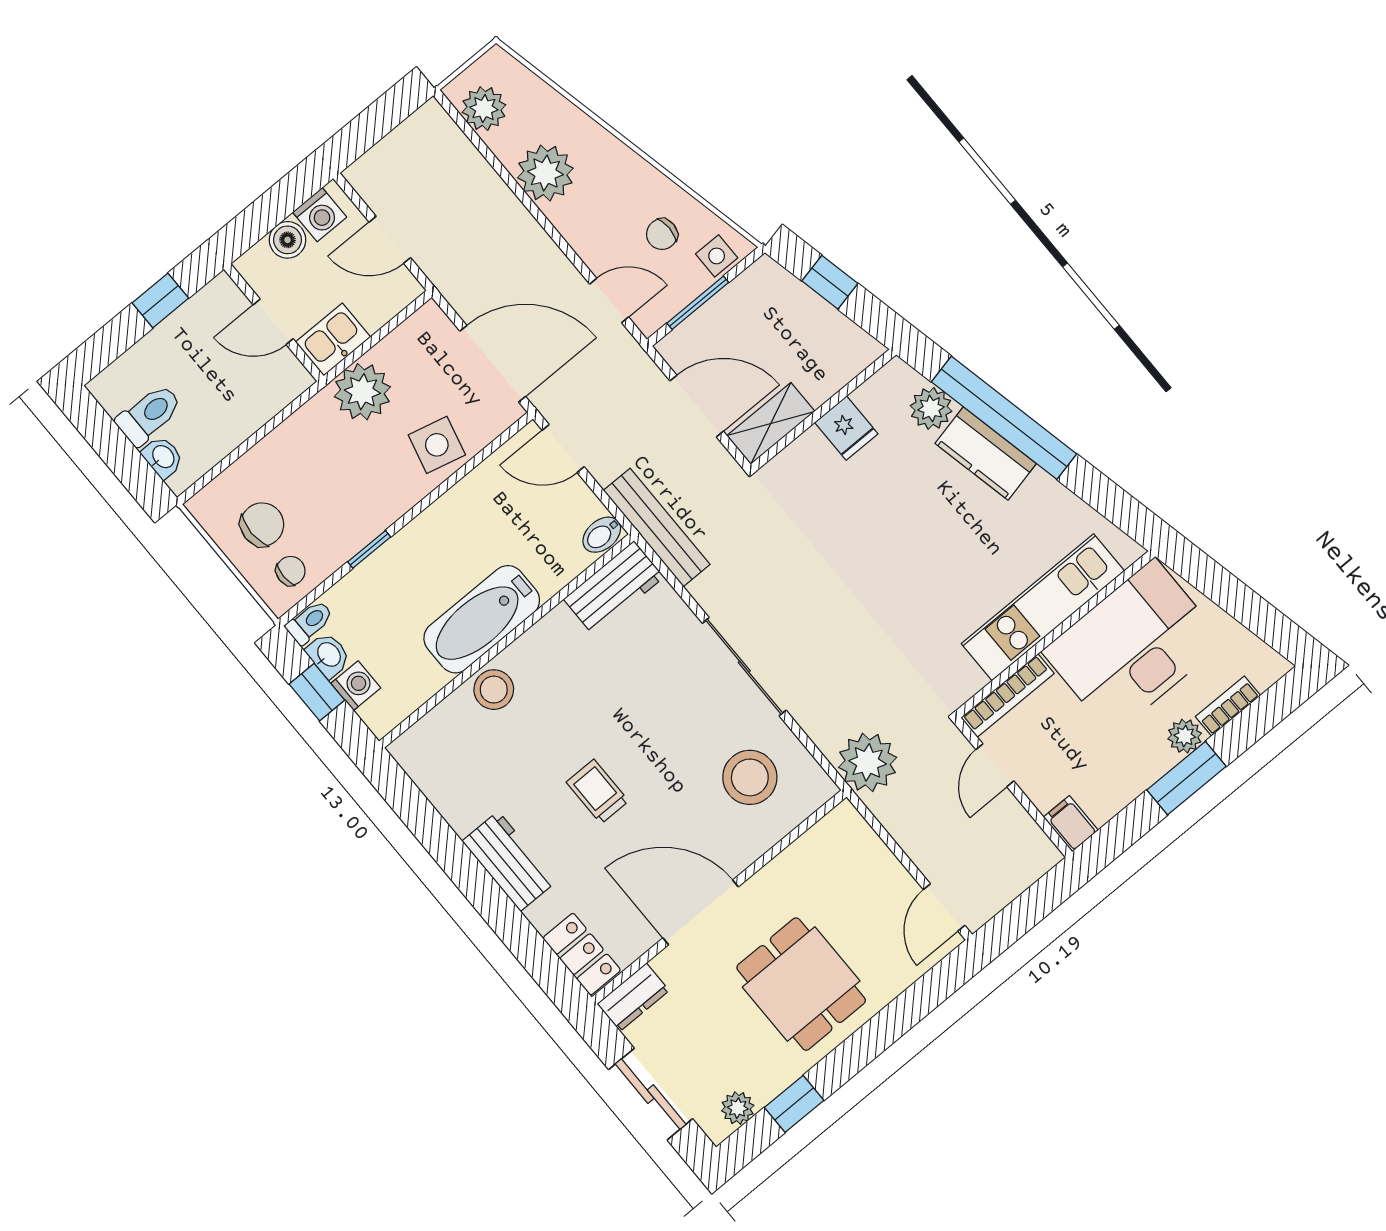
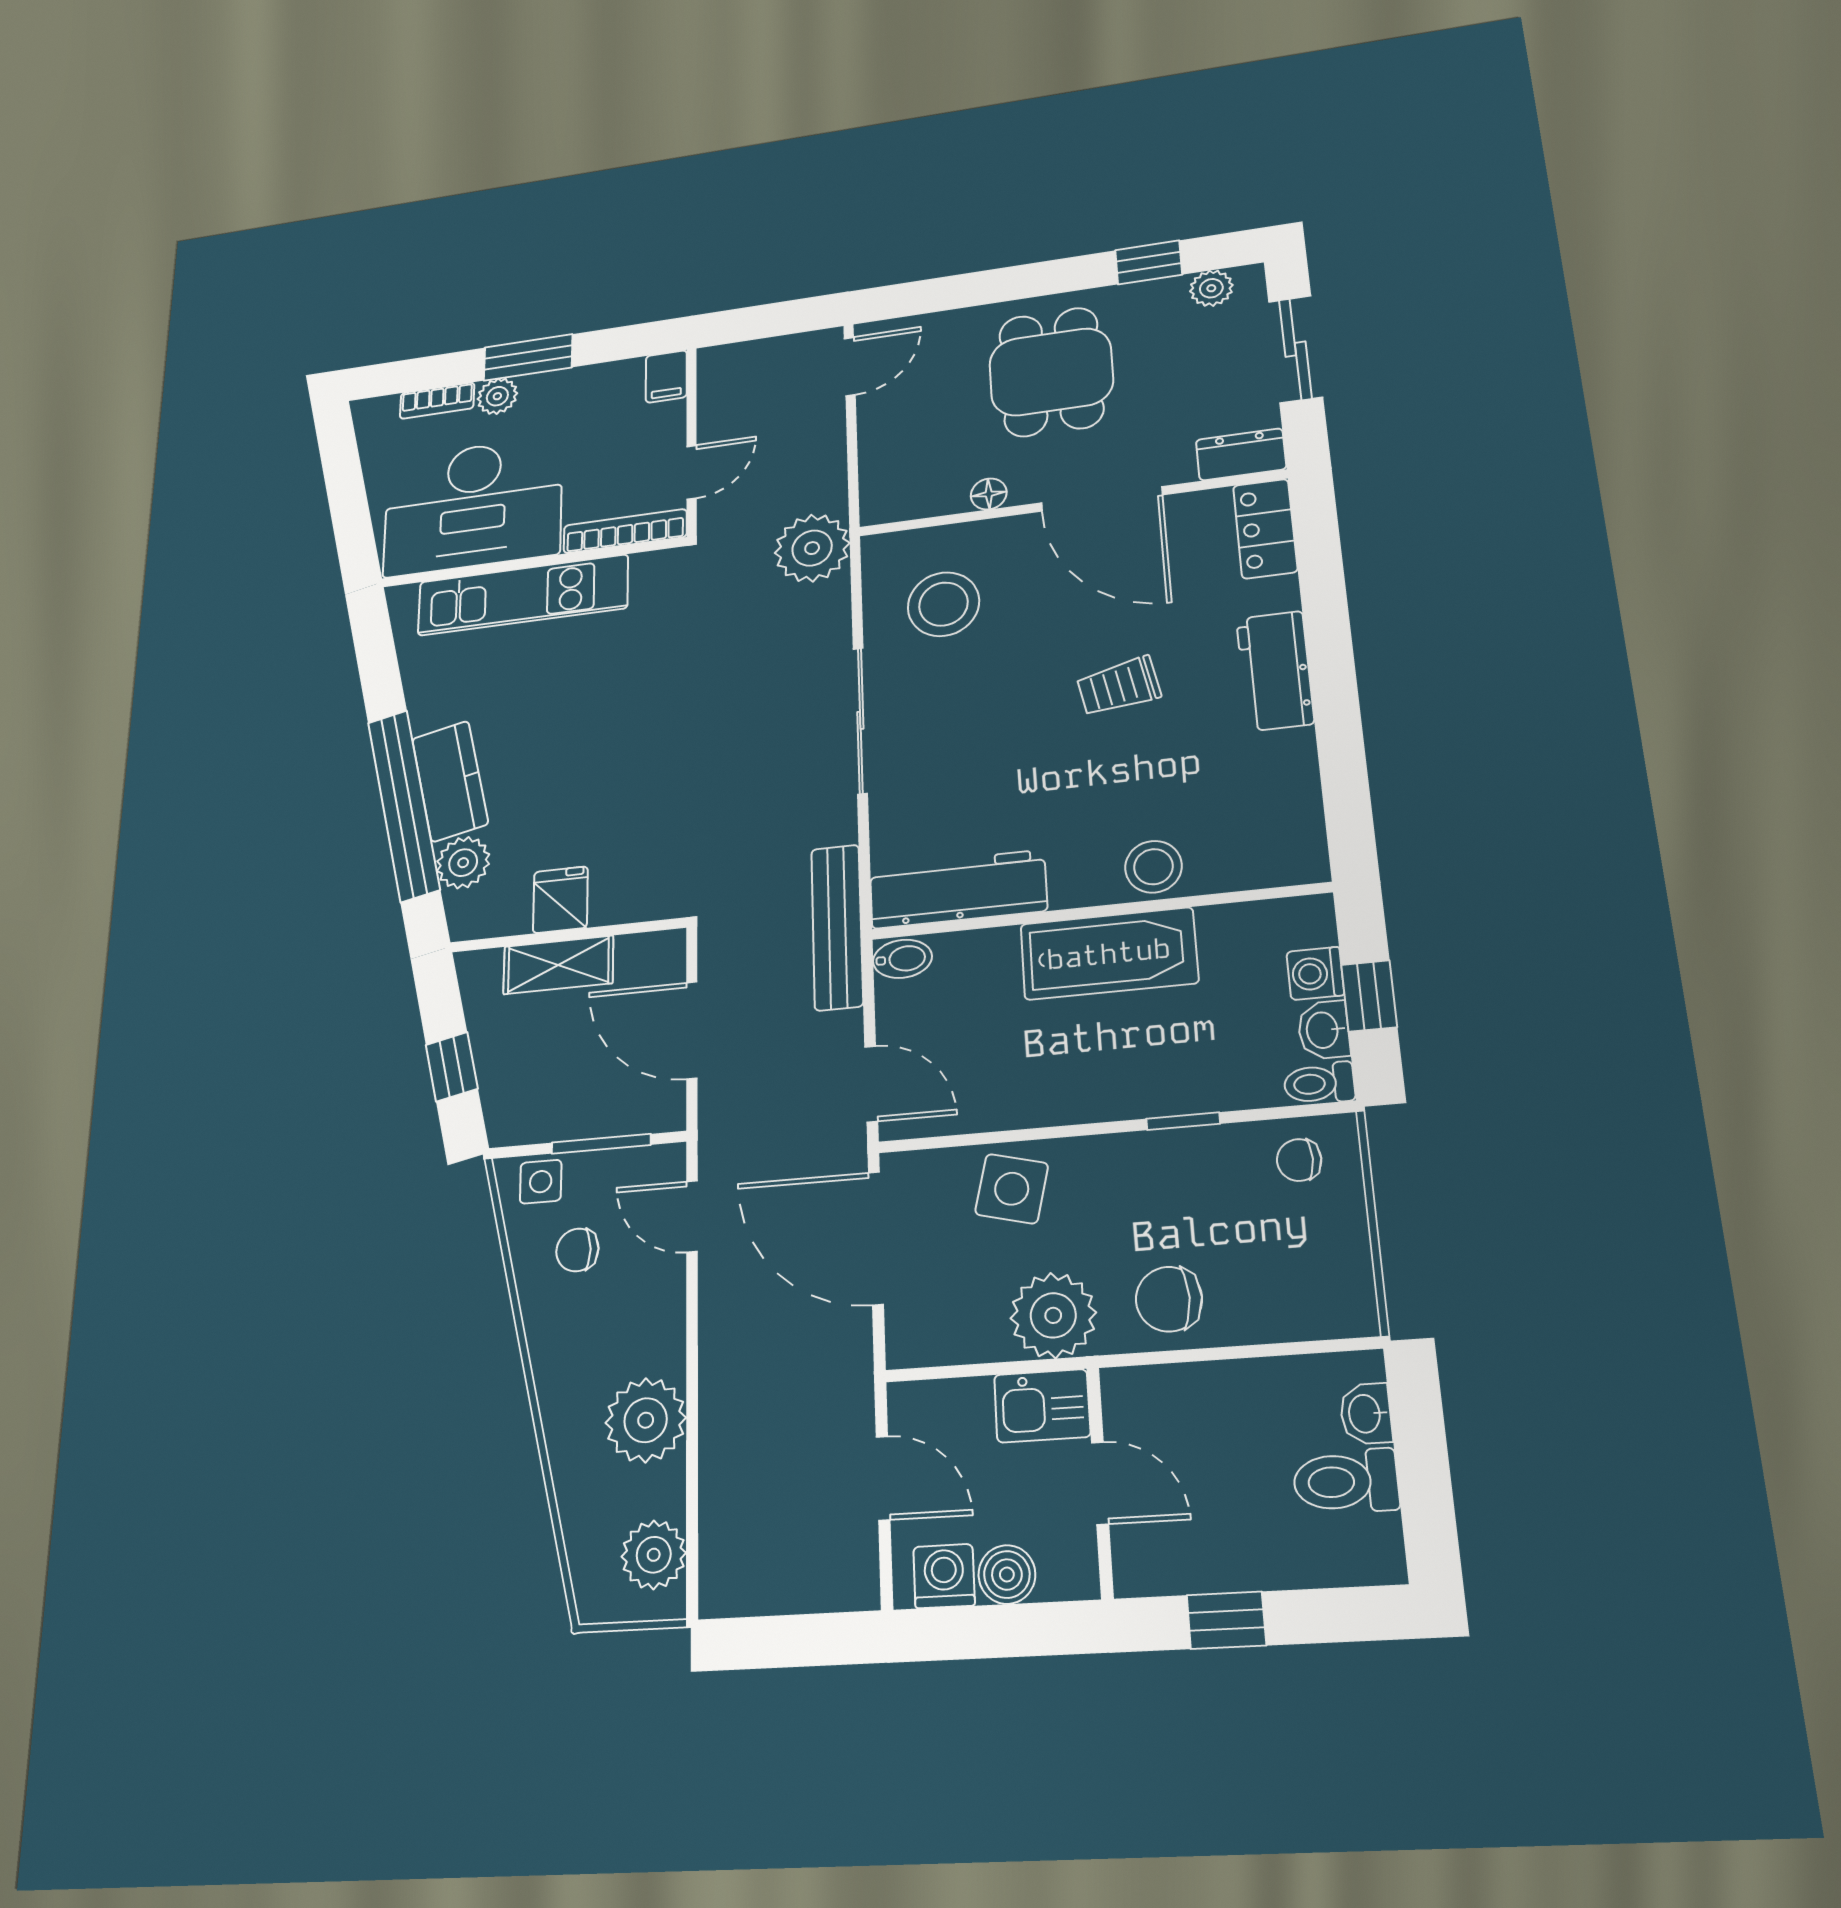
chair: (662, 234) -> (577, 1250), turned 180
shelving: (771, 423) -> (558, 965), moved
chair: (262, 524) -> (1169, 1299), moved
workbench: (614, 588) -> (958, 889), width x1.38
trolley: (597, 792) -> (1119, 686), turned 79
floor lamp: (778, 872) -> (989, 494), added

